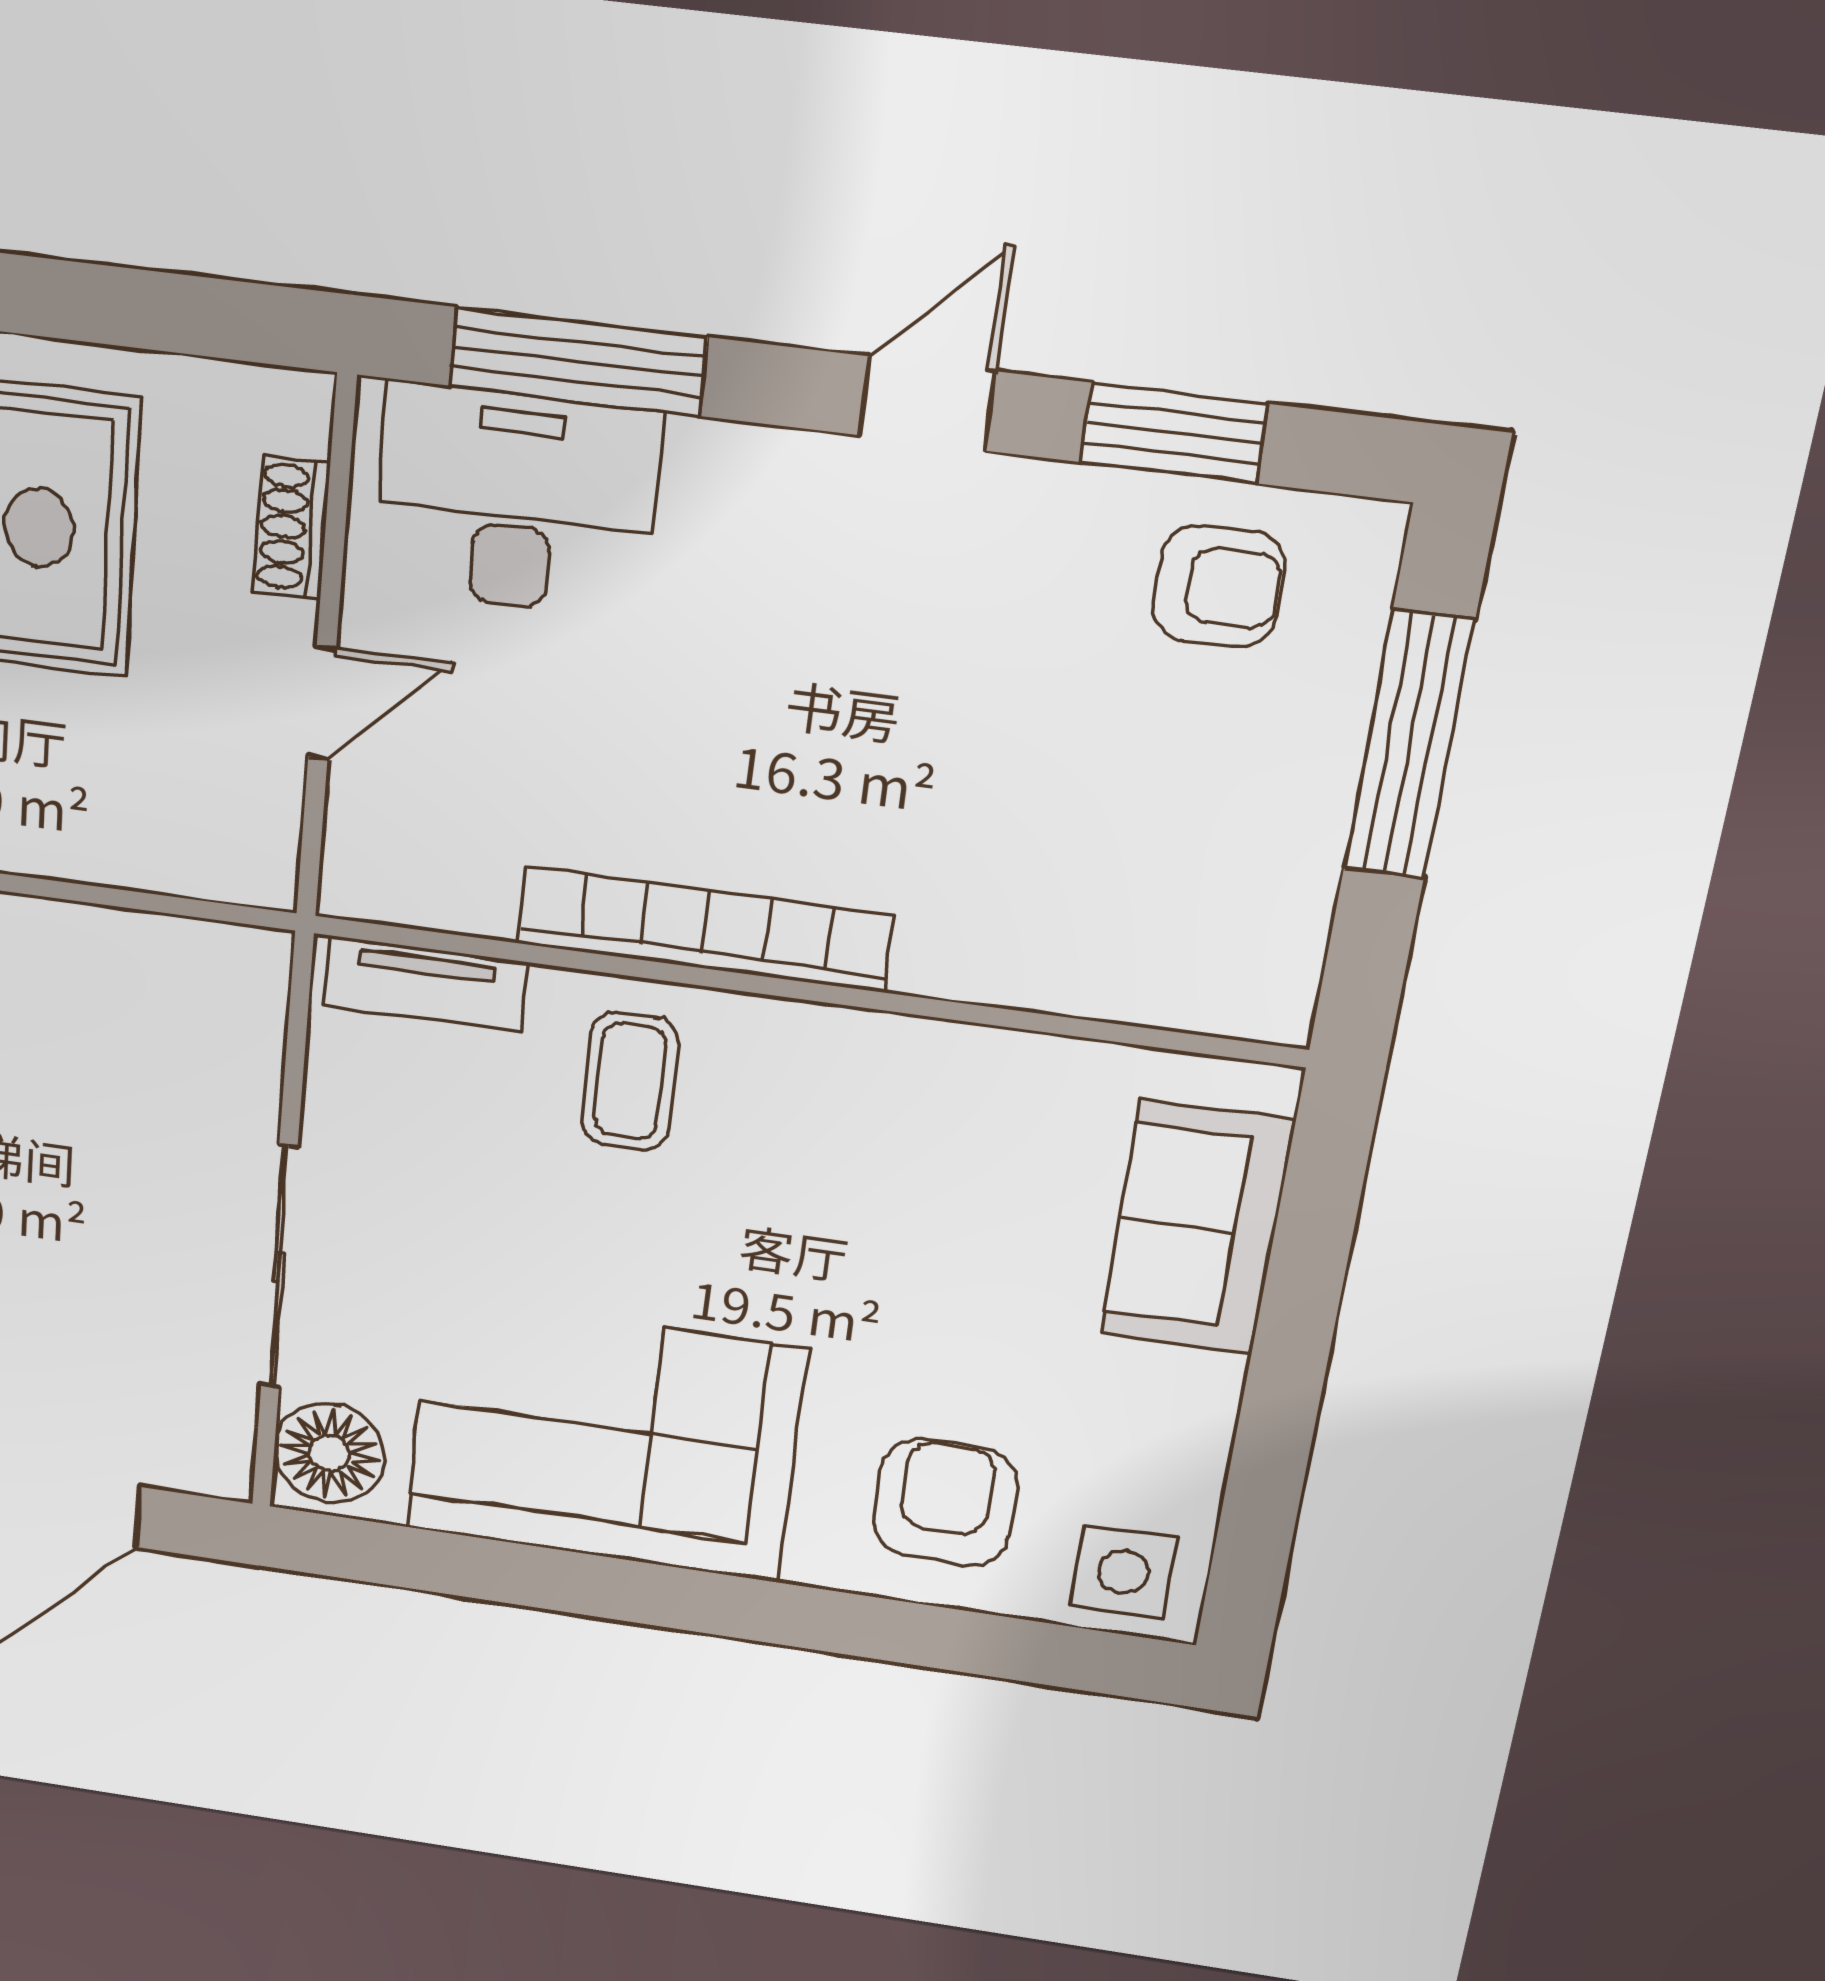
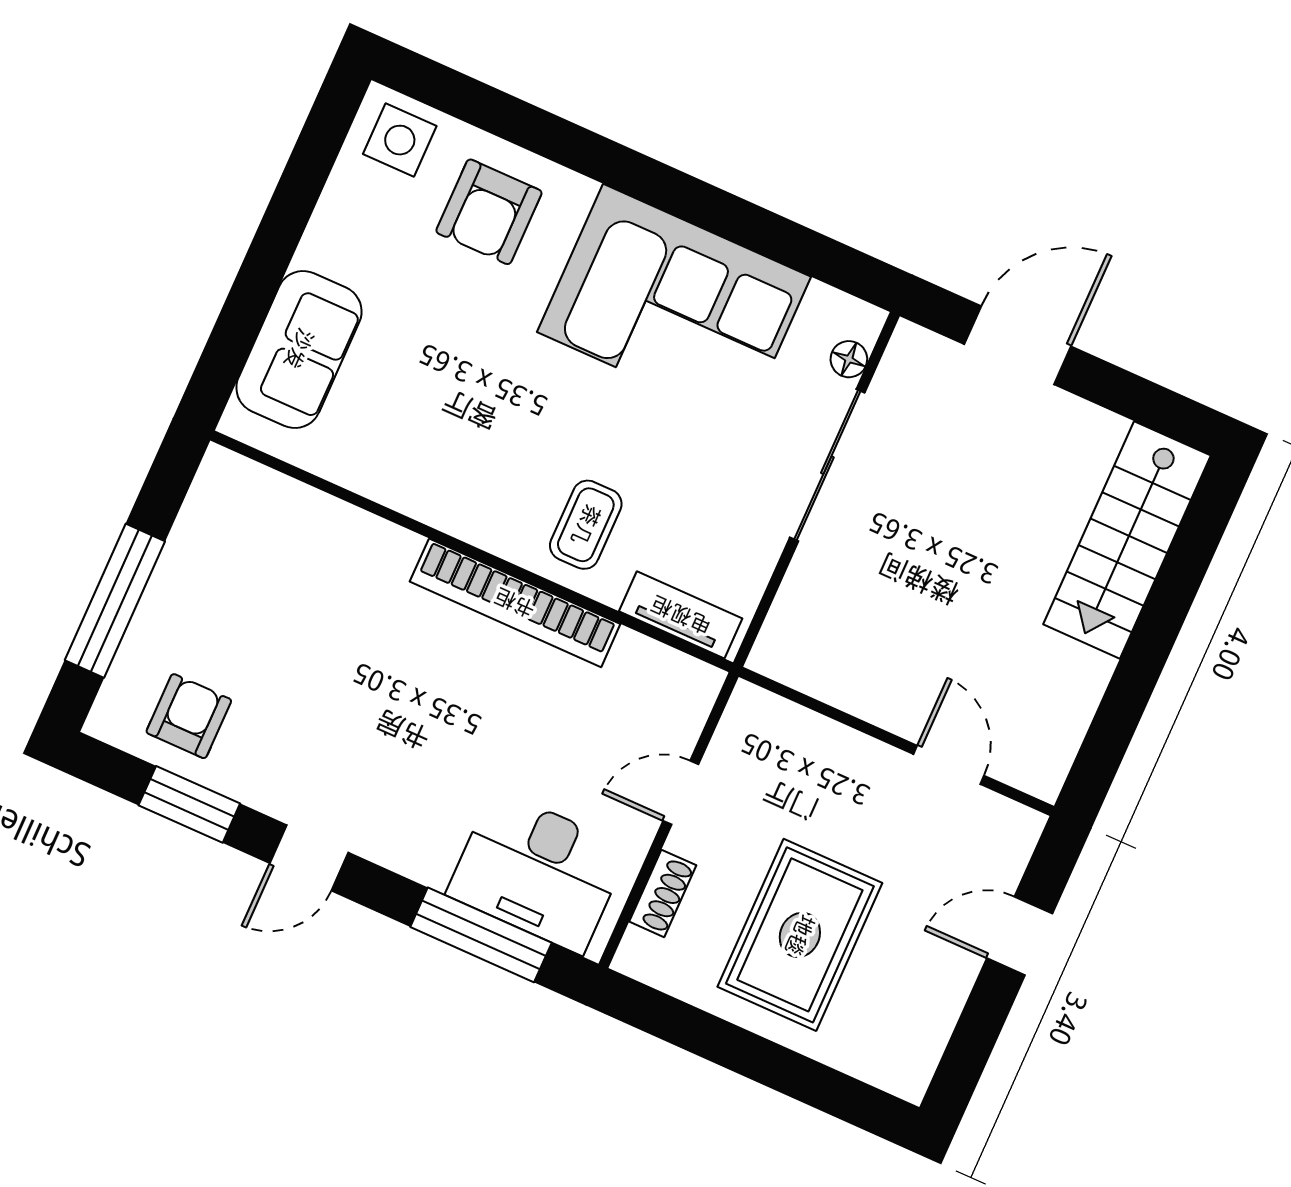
armchair: (1219, 586) -> (189, 716), turned 90
floor lamp: (330, 1453) -> (849, 359), width x0.53, depth x0.53

